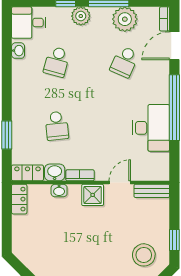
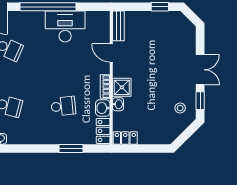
shower: (93, 195) -> (122, 87), moved
stool: (144, 255) -> (180, 108), moved, width x0.53, depth x0.53

